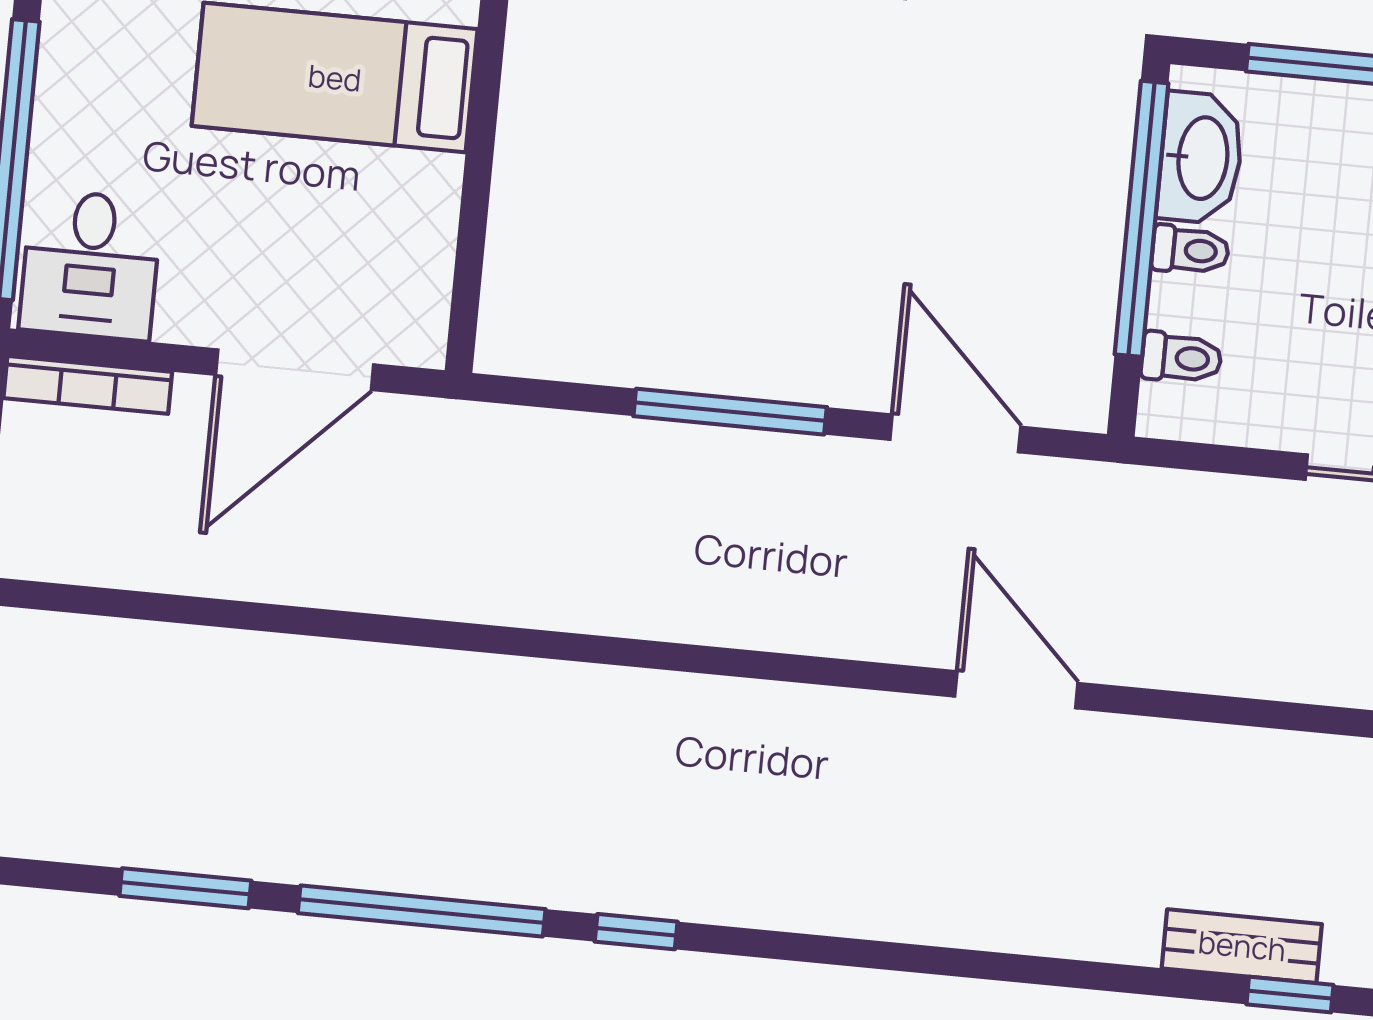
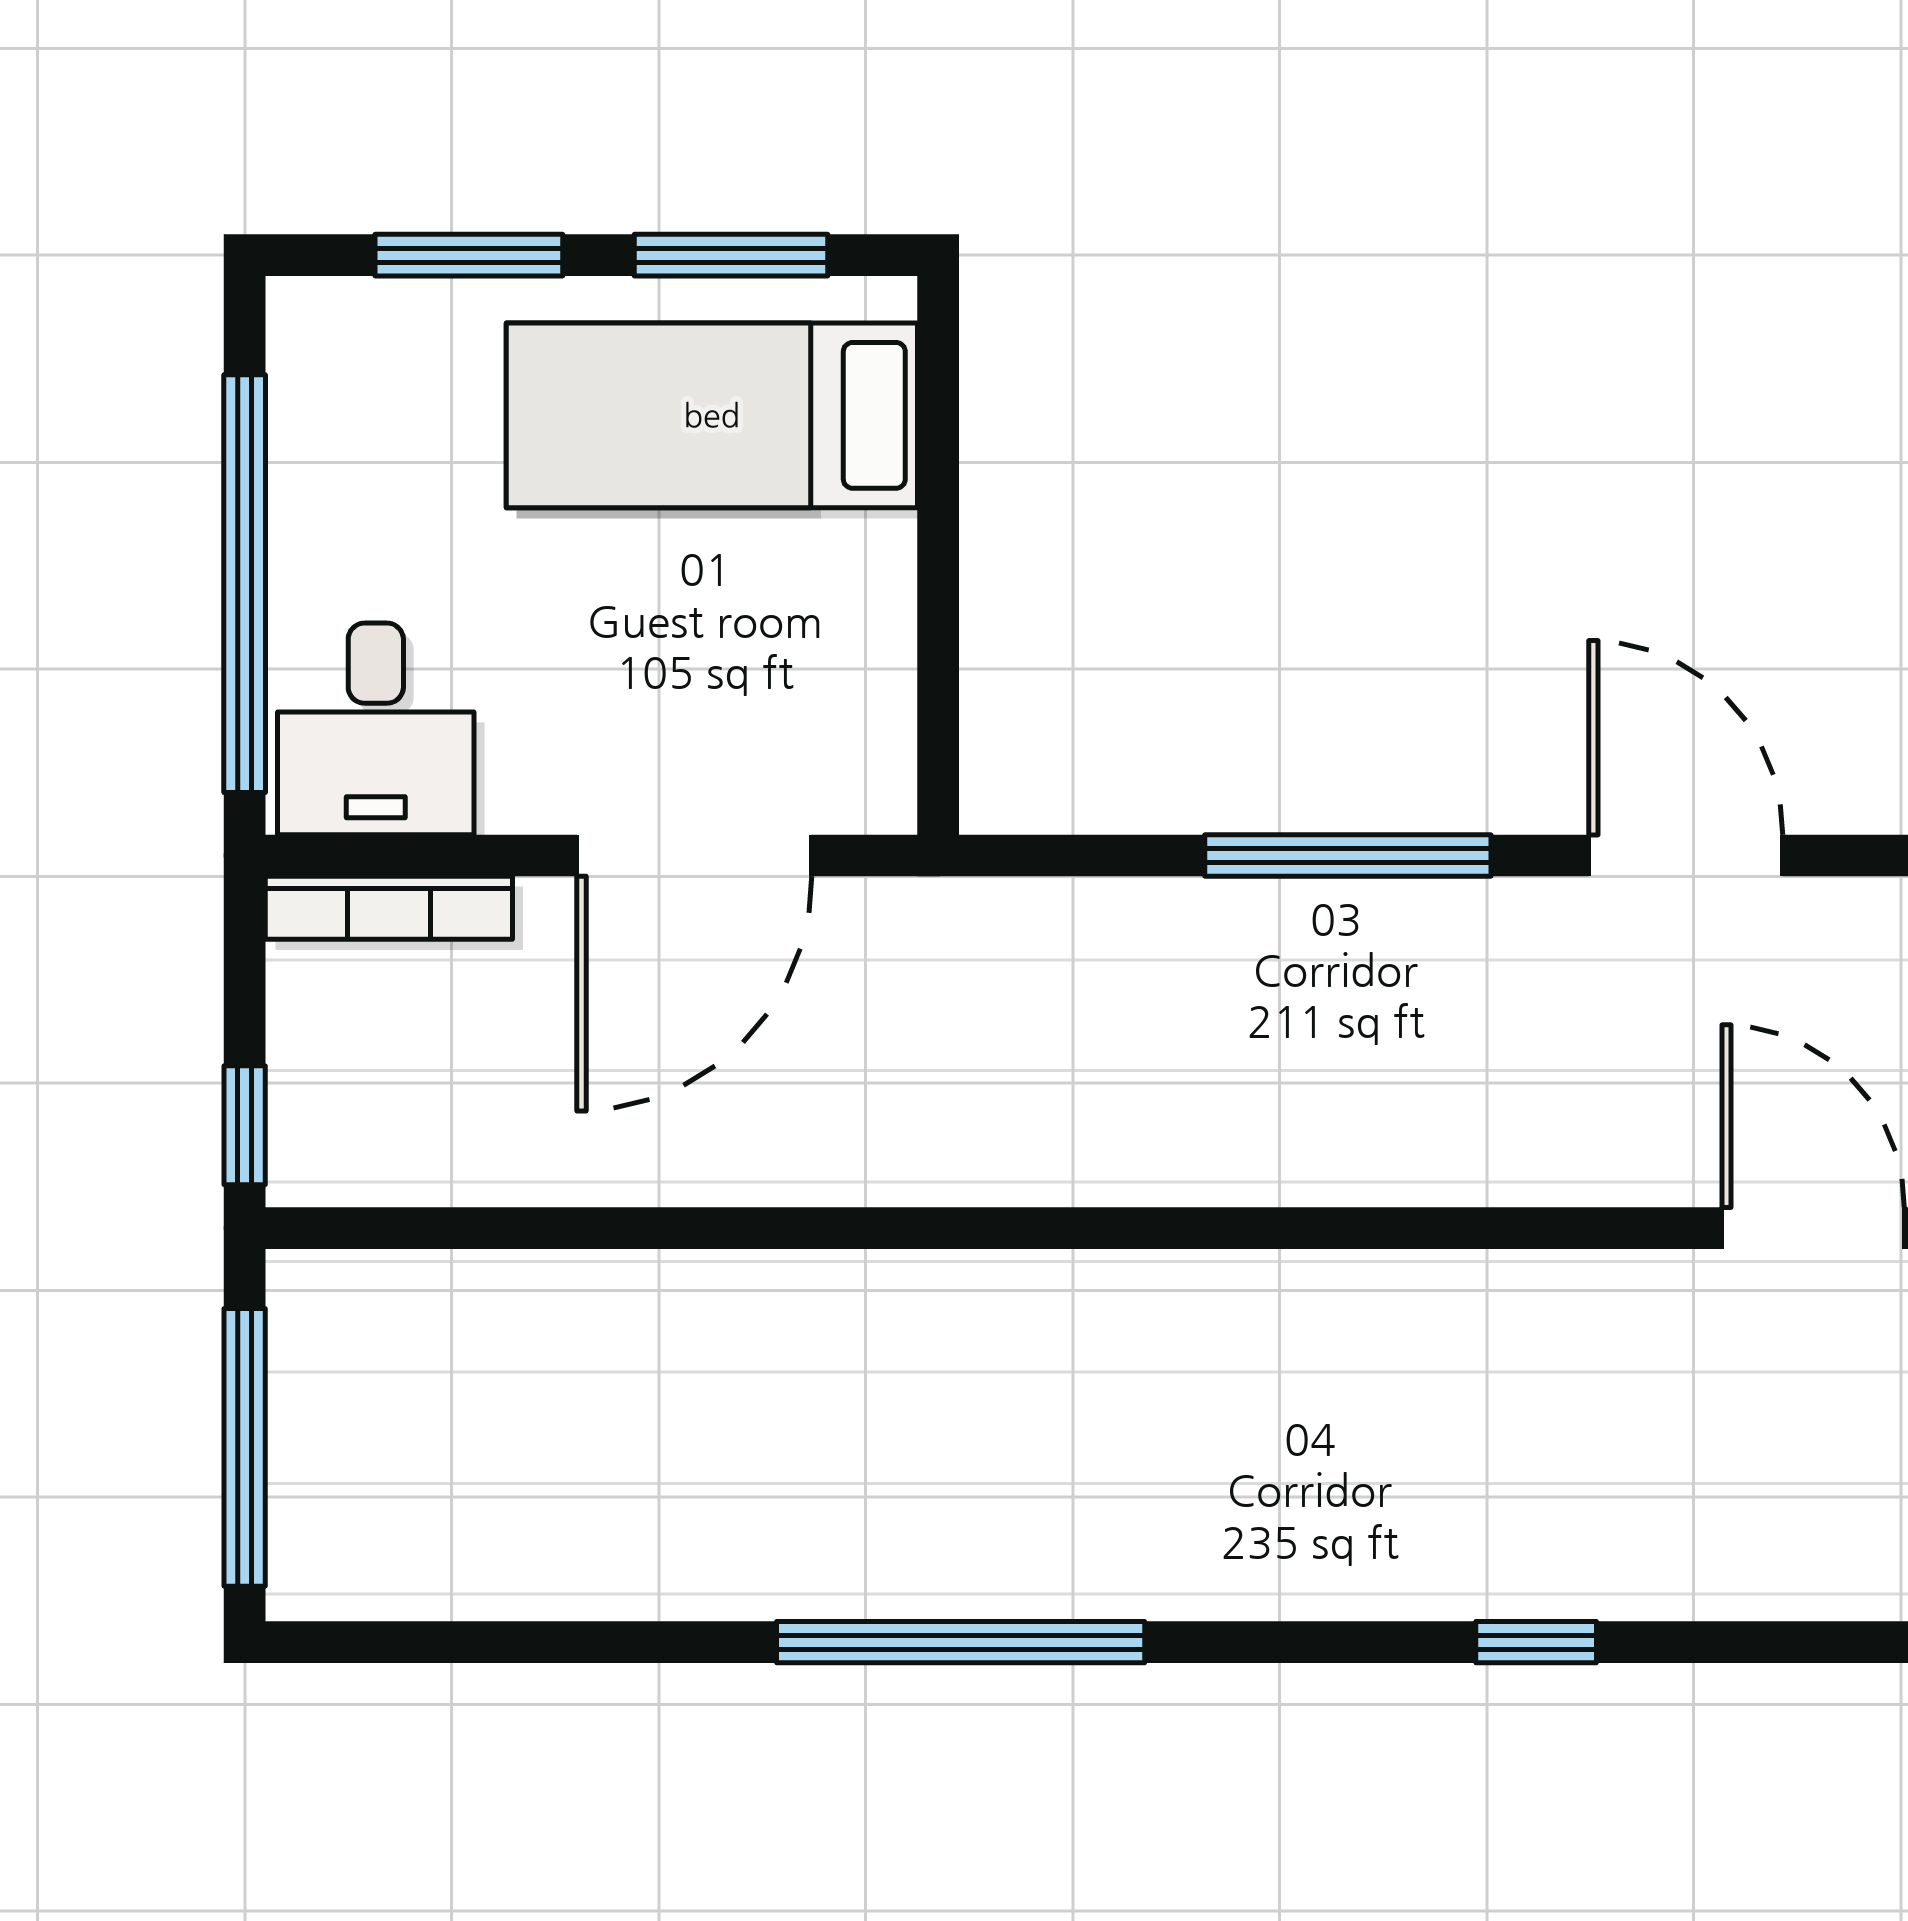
window: (185, 888) -> (606, 1642), removed
window: (636, 932) -> (1536, 1642), moved

